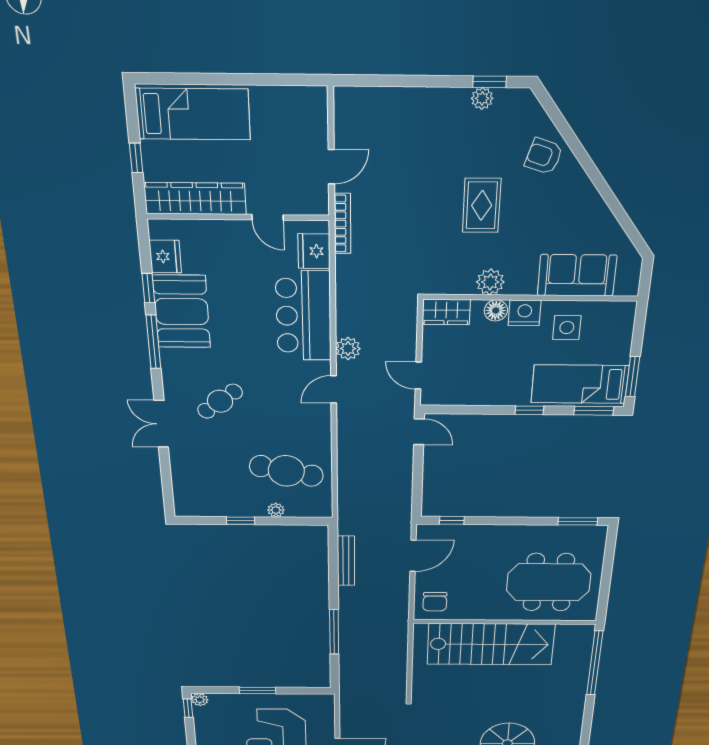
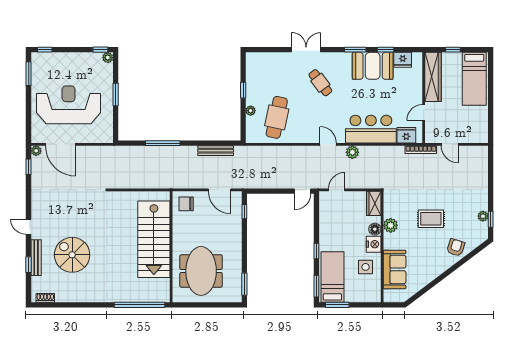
window: (153, 342) -> (355, 50), width x0.69

